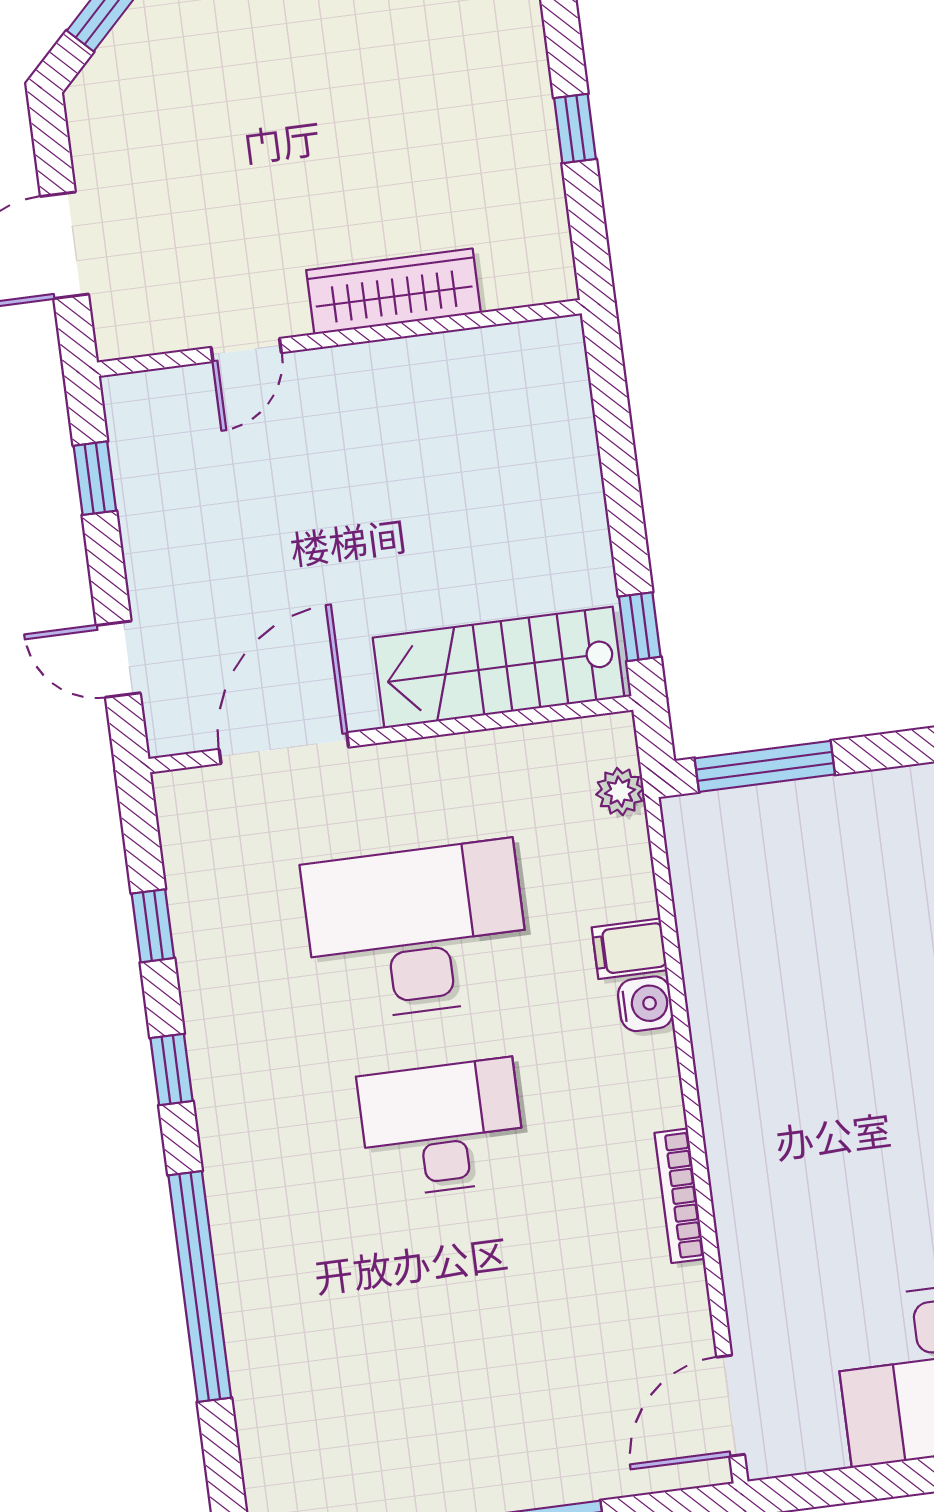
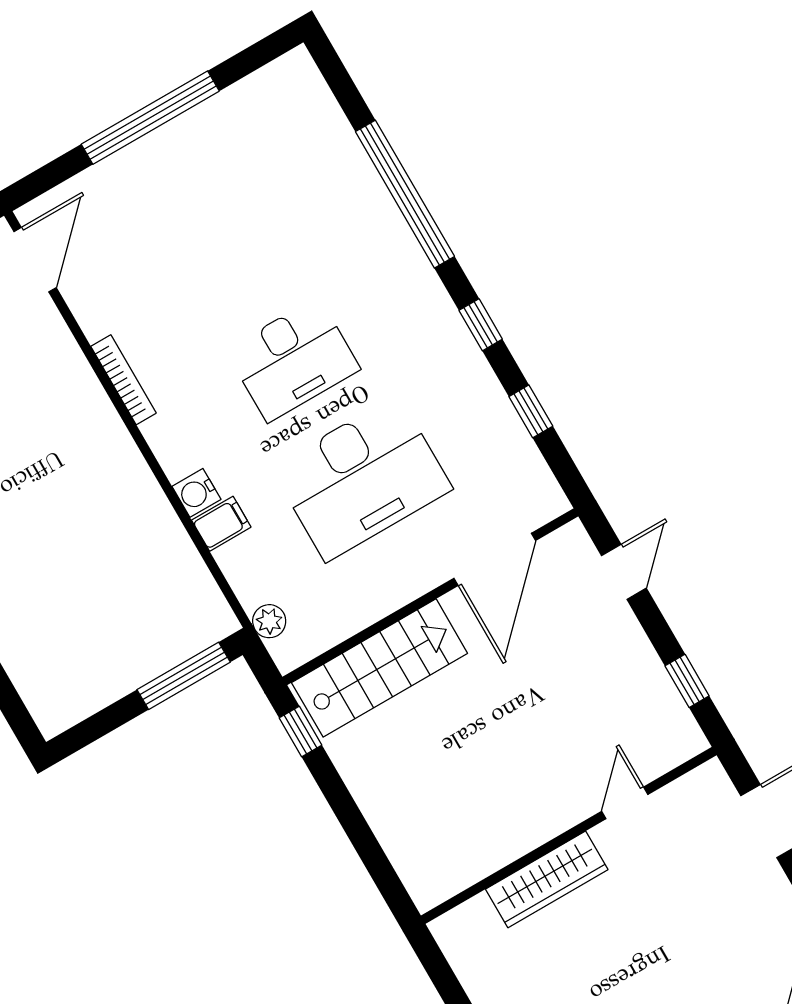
door: (118, 659) -> (624, 572), hinge flipped

